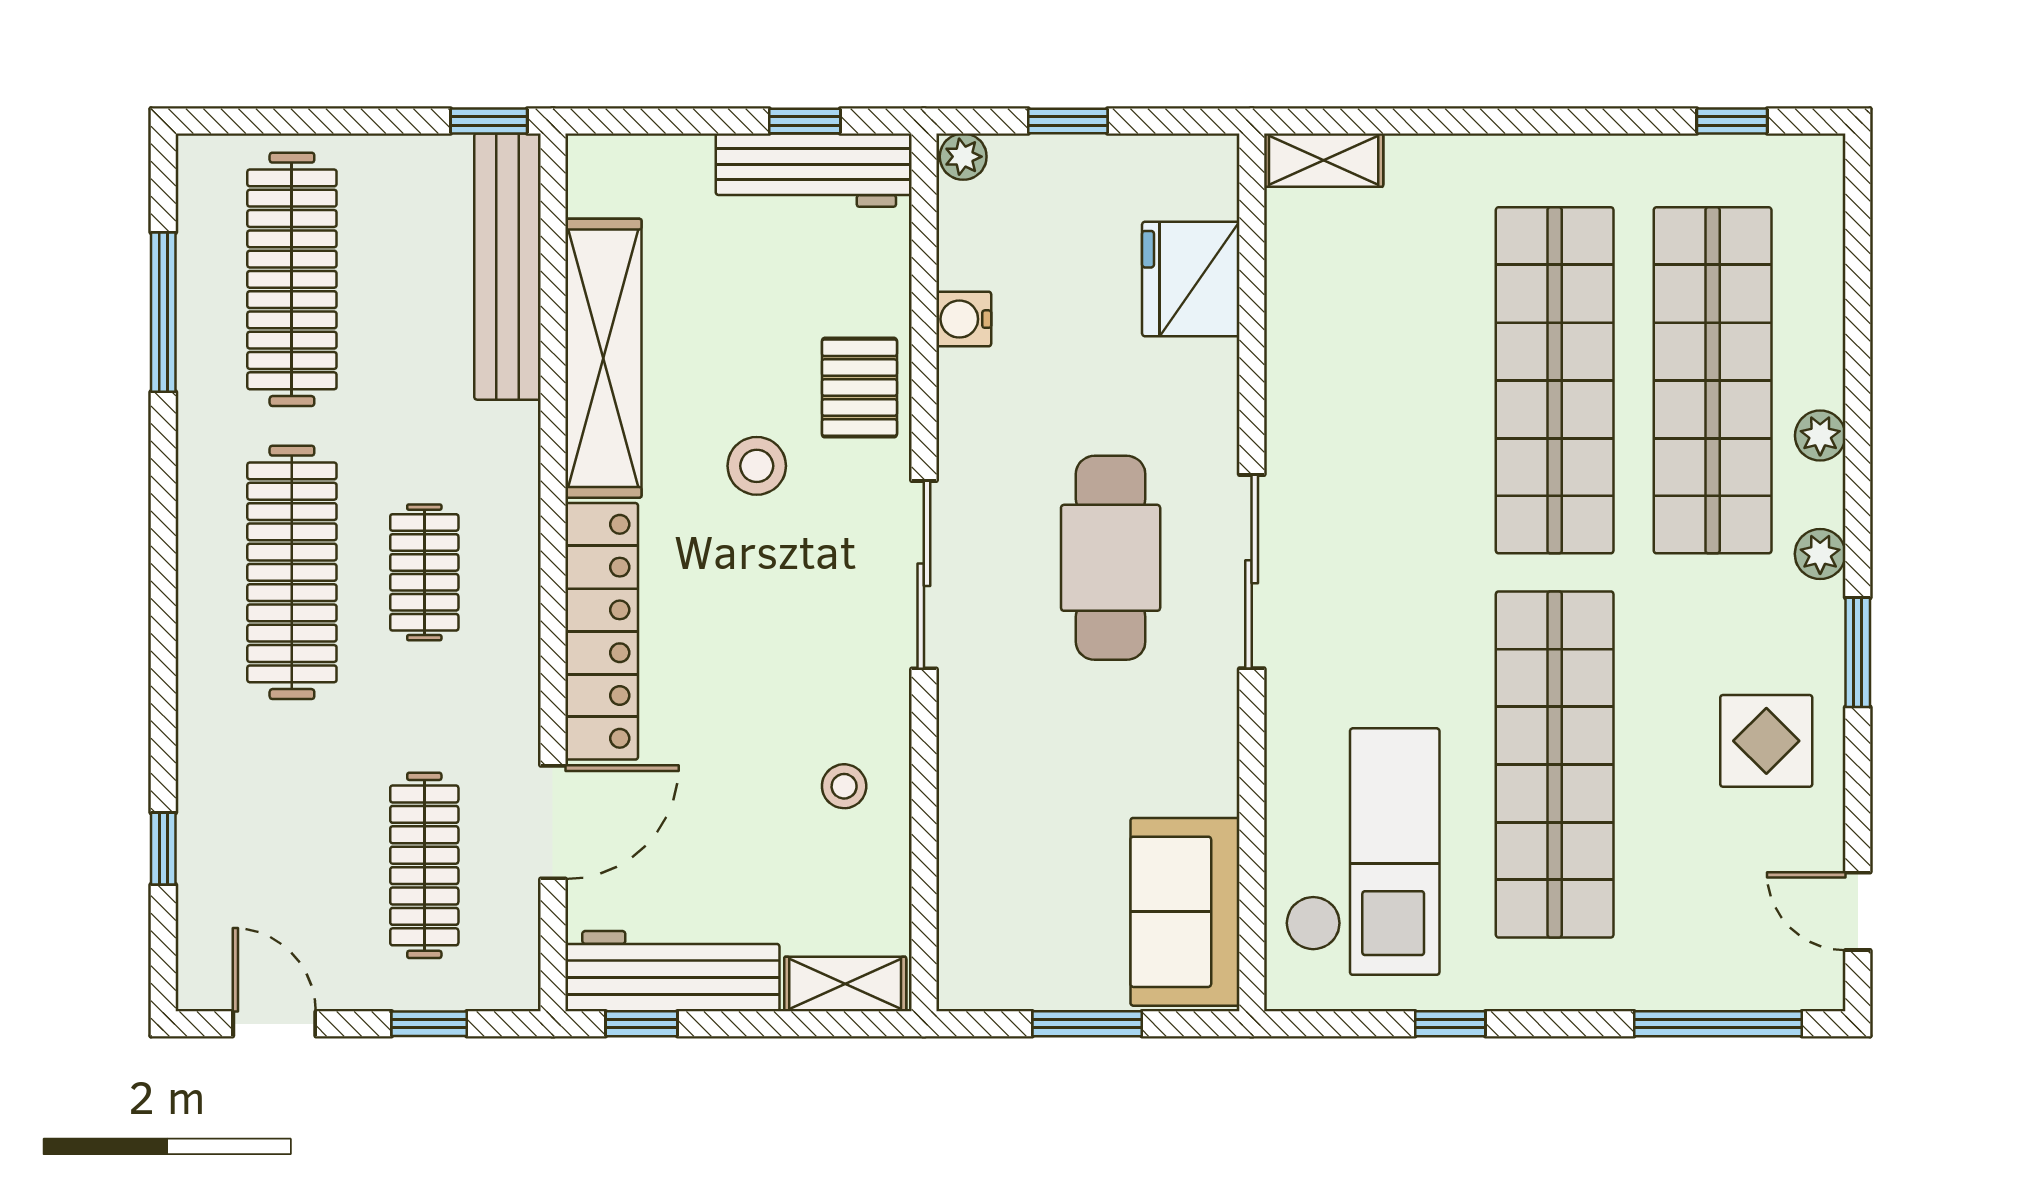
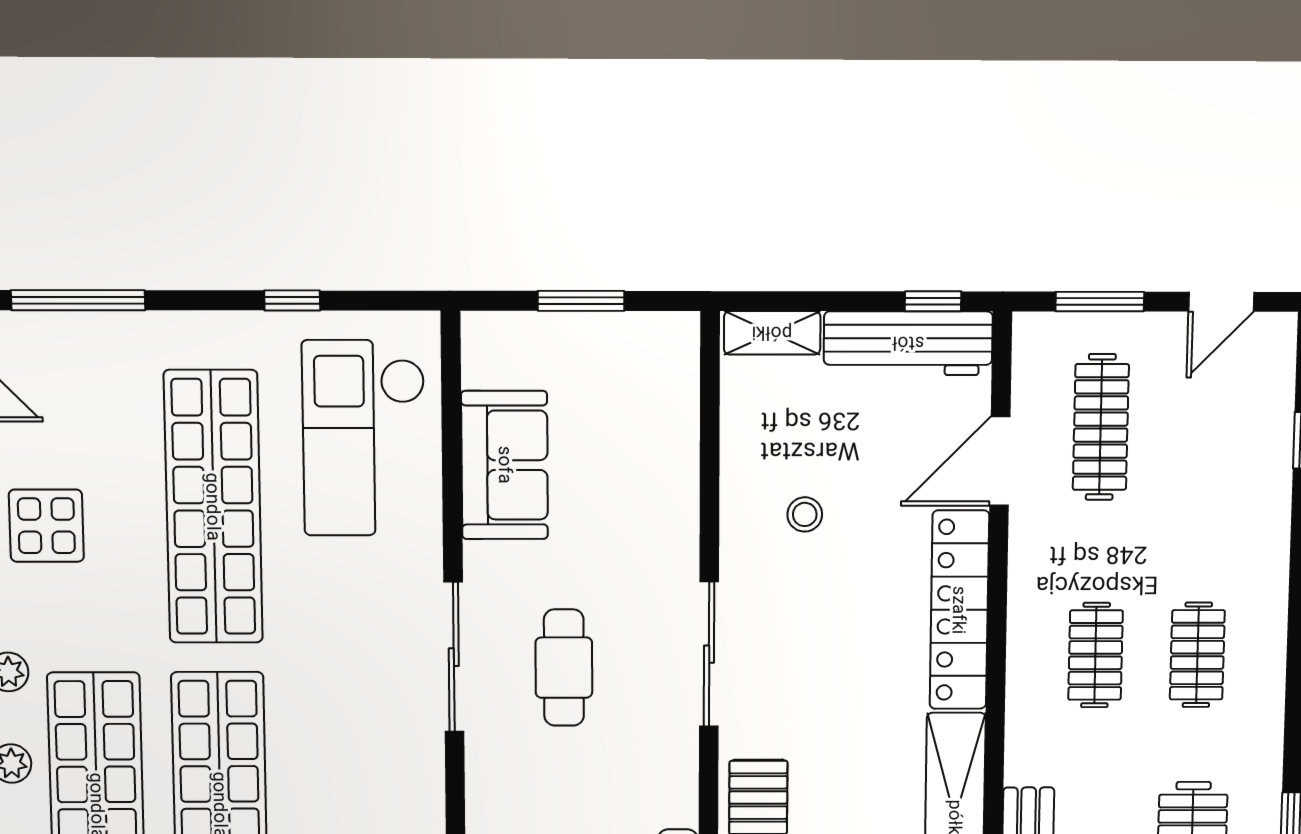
stool: (757, 466) -> (838, 737), removed
cafe table: (1111, 558) -> (564, 668), width x0.73, depth x0.74
clothes rail: (292, 572) -> (1197, 655), width x0.54, depth x0.76
stool: (844, 786) -> (805, 514), moved
sofa: (1185, 912) -> (505, 465), moved
door: (274, 1024) -> (1221, 302), hinge flipped
window: (429, 1024) -> (1100, 302), width x1.50

